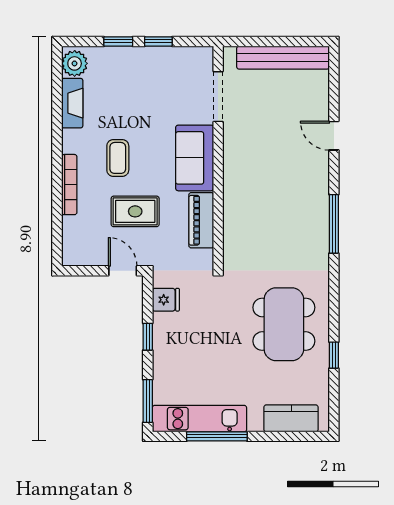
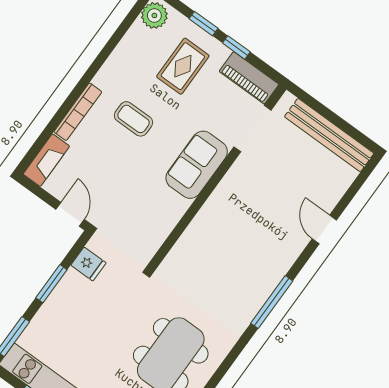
fireplace: (72, 103) -> (46, 160), moved
coffee table: (118, 158) -> (134, 119), turned 90
rug: (135, 211) -> (183, 66), moved, turned 90
piano: (201, 220) -> (249, 78), moved, turned -90
window: (148, 337) -> (51, 284), width x1.50

